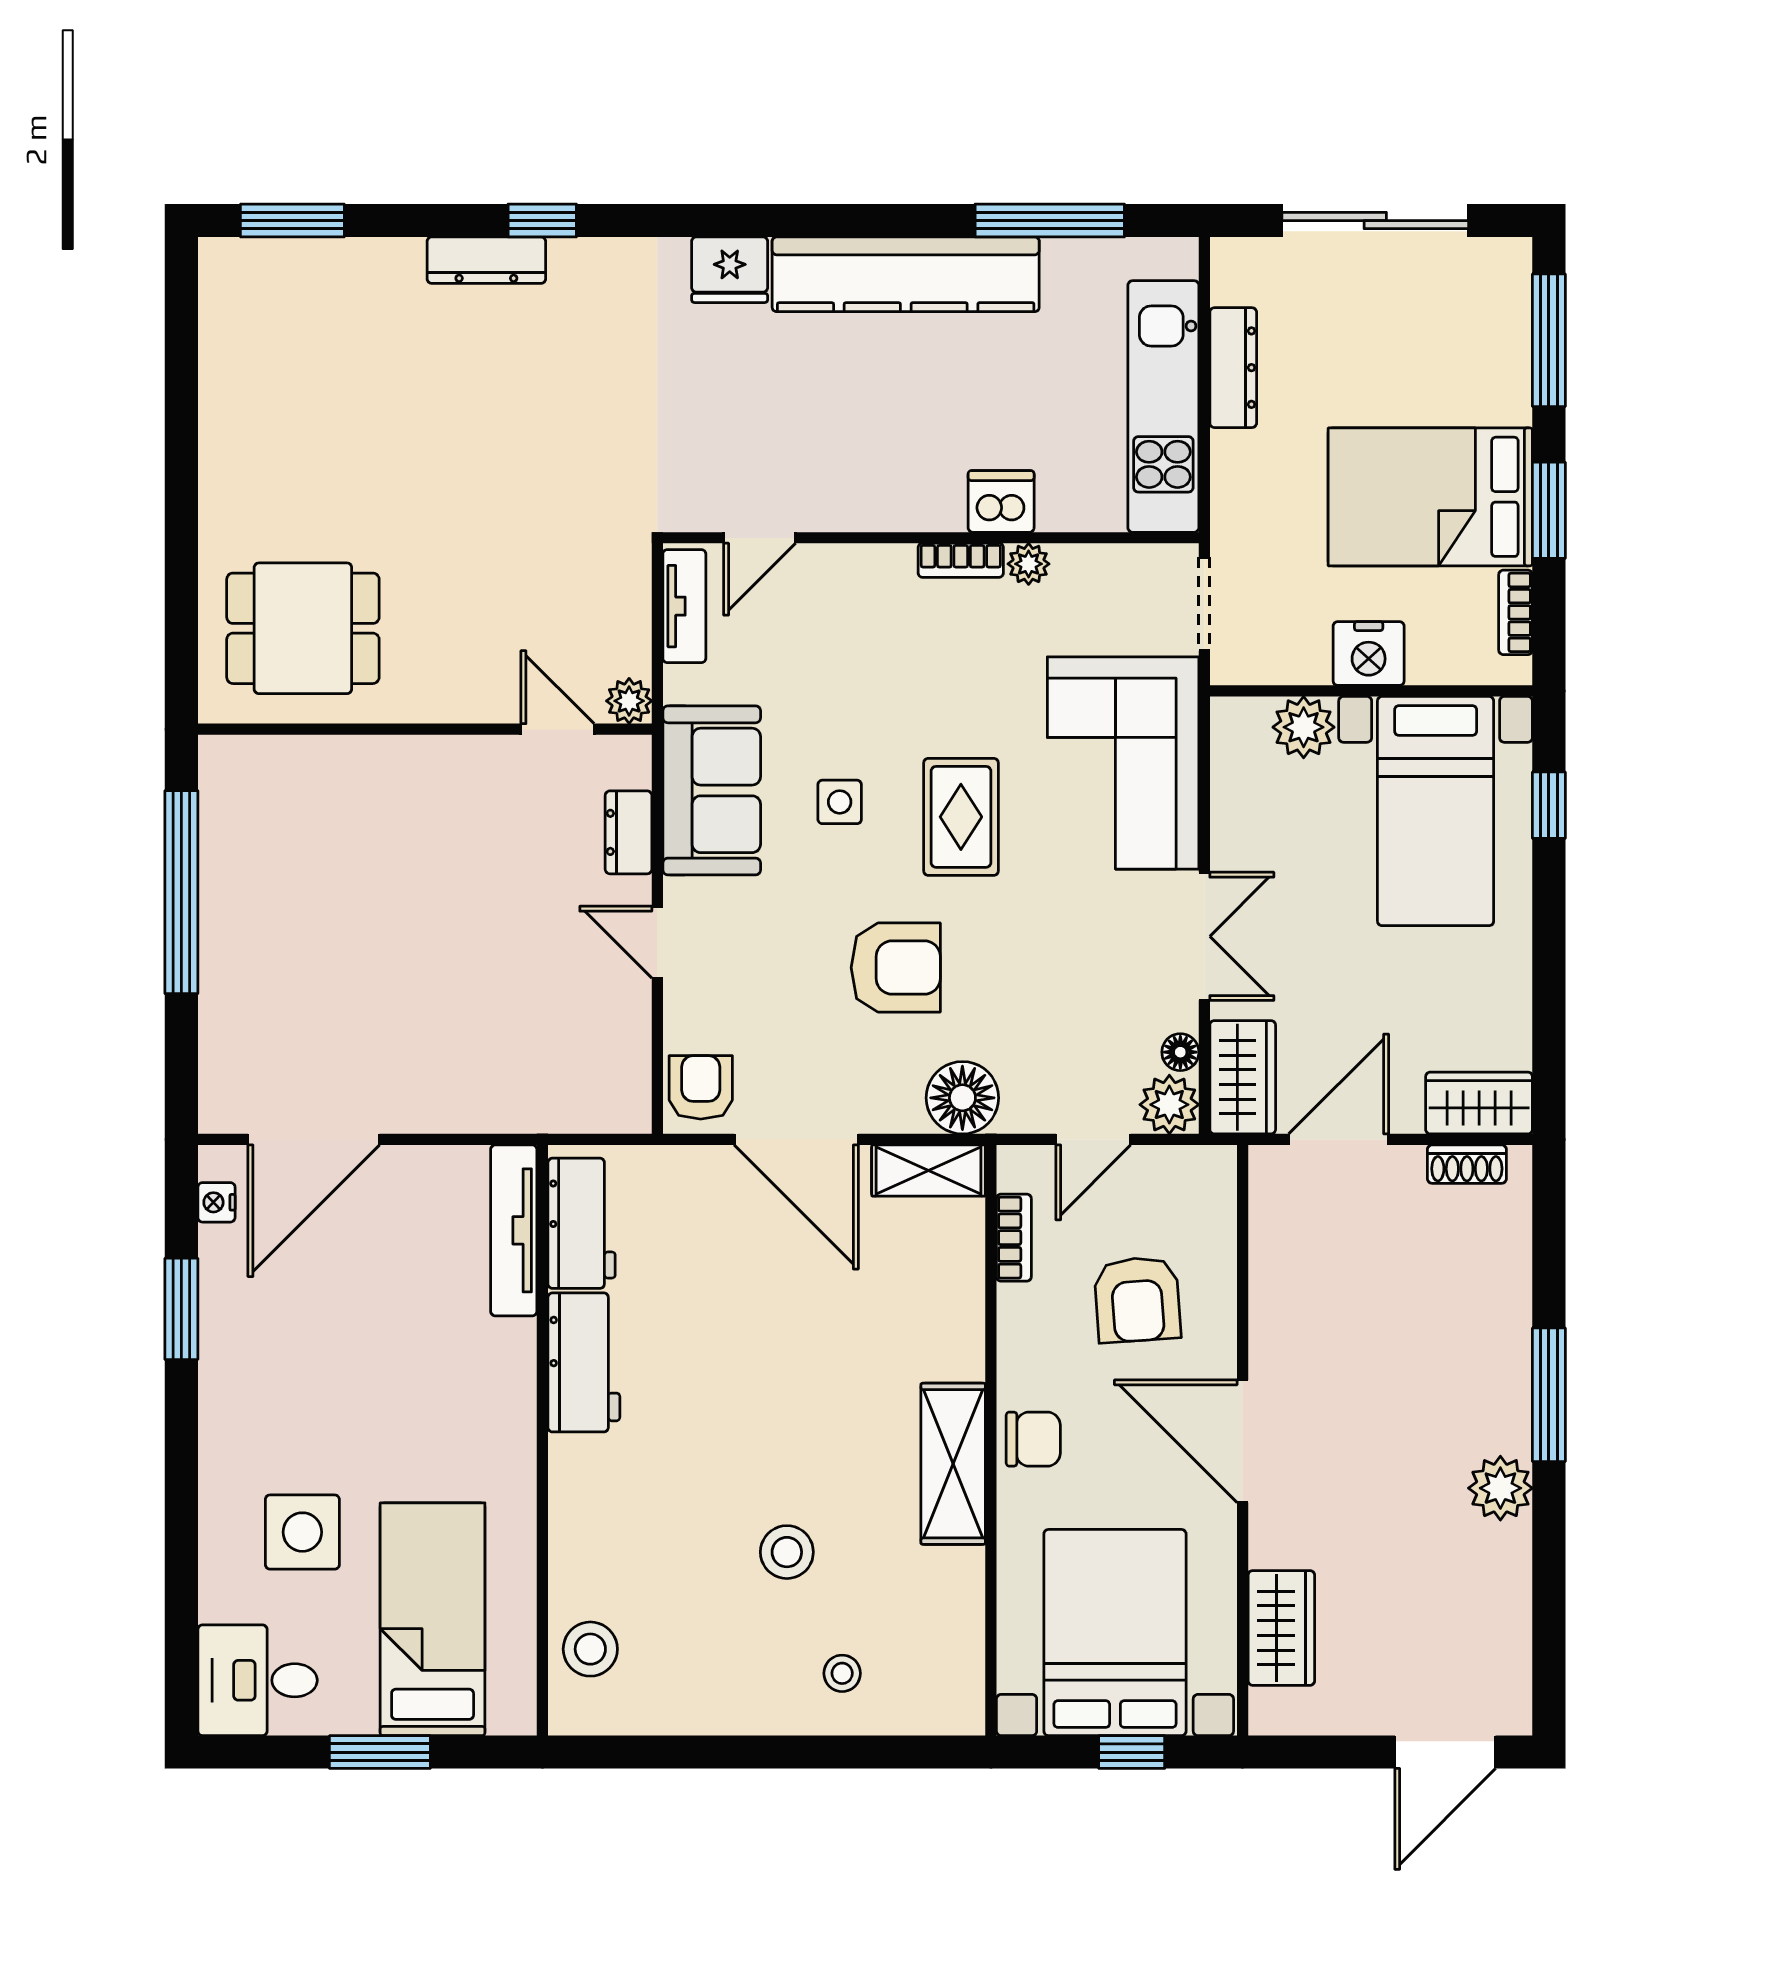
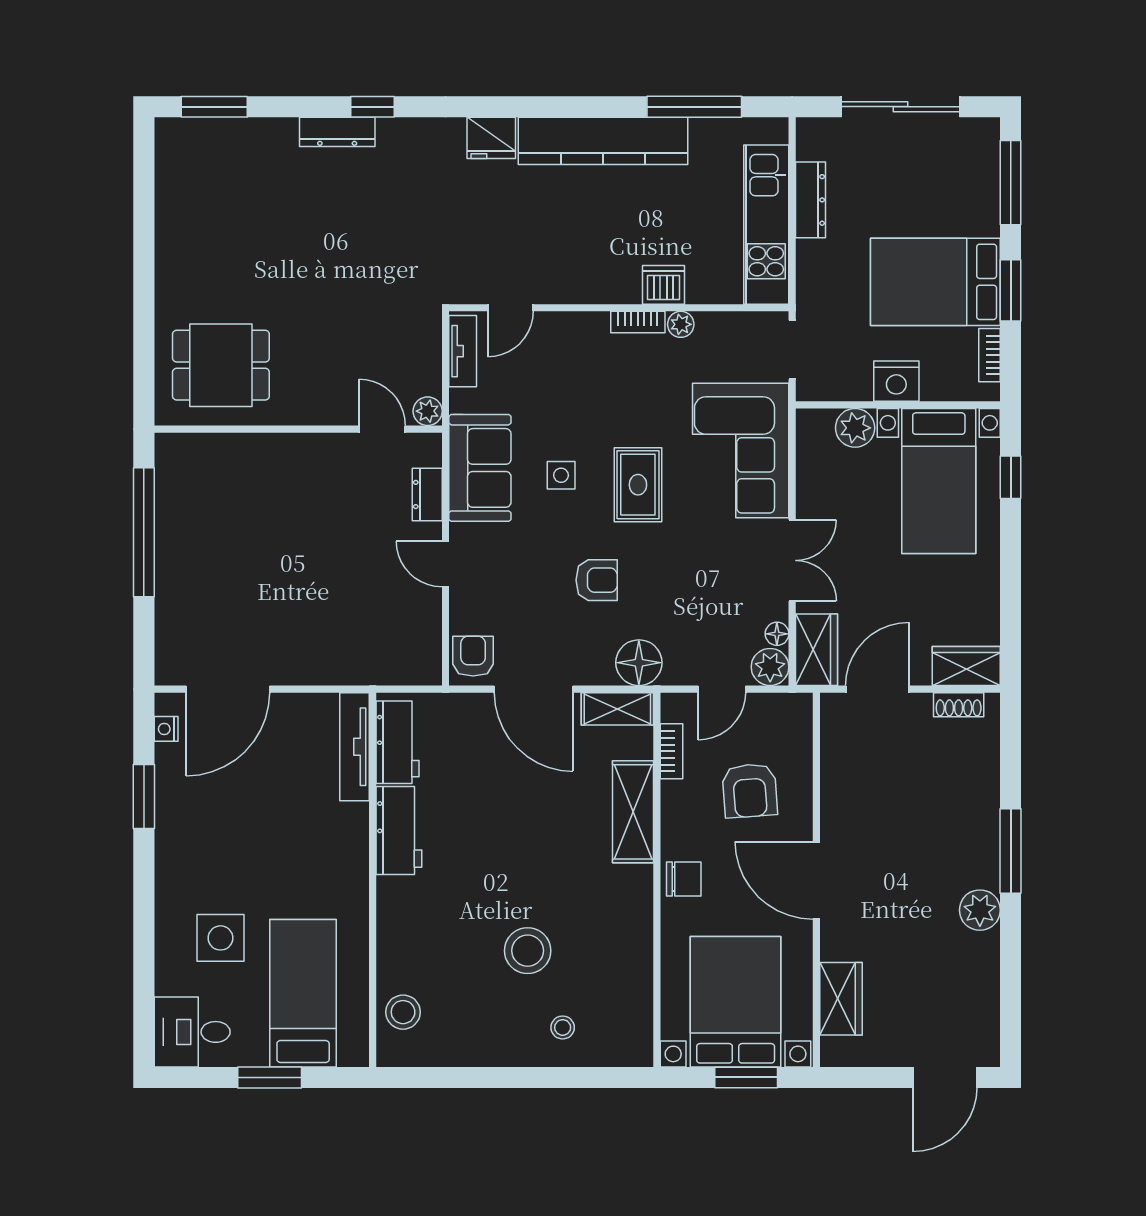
armchair: (896, 968) -> (597, 580), width x0.72, depth x0.72
shelving: (953, 1464) -> (633, 812), moved
stool: (787, 1552) -> (528, 951), width x1.38, depth x1.38
window: (1132, 1752) -> (746, 1077), width x1.50

